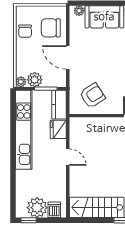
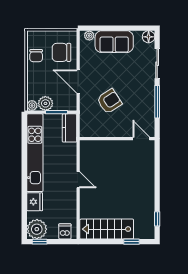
armchair: (92, 96) -> (109, 101), moved
fridge: (58, 129) -> (35, 202), moved, turned 180
plant: (37, 208) -> (37, 229), moved

